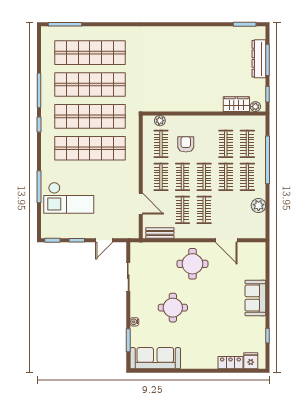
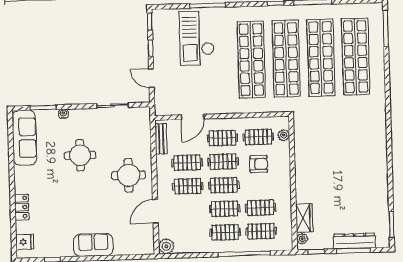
plant: (259, 206) -> (166, 246), moved
locker: (230, 363) -> (22, 207), moved

